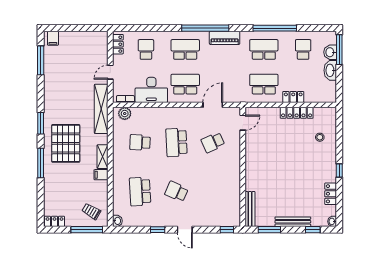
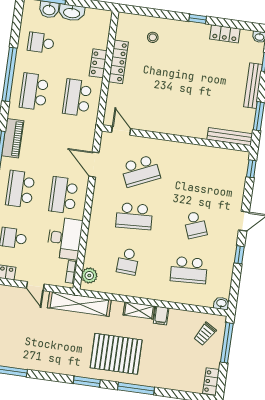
school desk: (213, 142) -> (141, 171), width x1.85
school desk: (176, 192) -> (195, 225), turned -45

